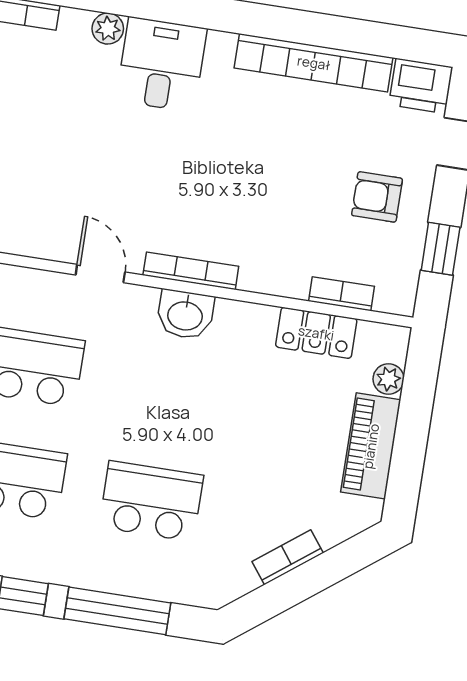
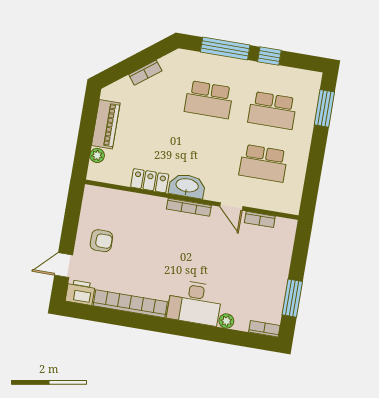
desk: (161, 65) -> (195, 303), width x1.37
window: (441, 249) -> (72, 216), removed
bookcase: (342, 294) -> (260, 219), moved
washbasin: (185, 315) -> (187, 186), width x1.38
locker: (316, 333) -> (150, 181), moved

